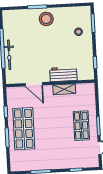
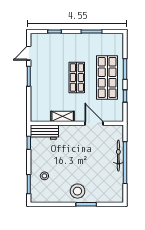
workbench: (63, 74) -> (44, 132), moved
shop shelf: (81, 126) -> (77, 77), moved

